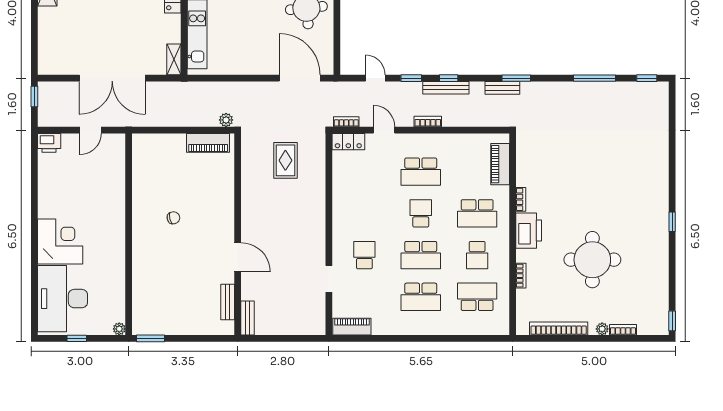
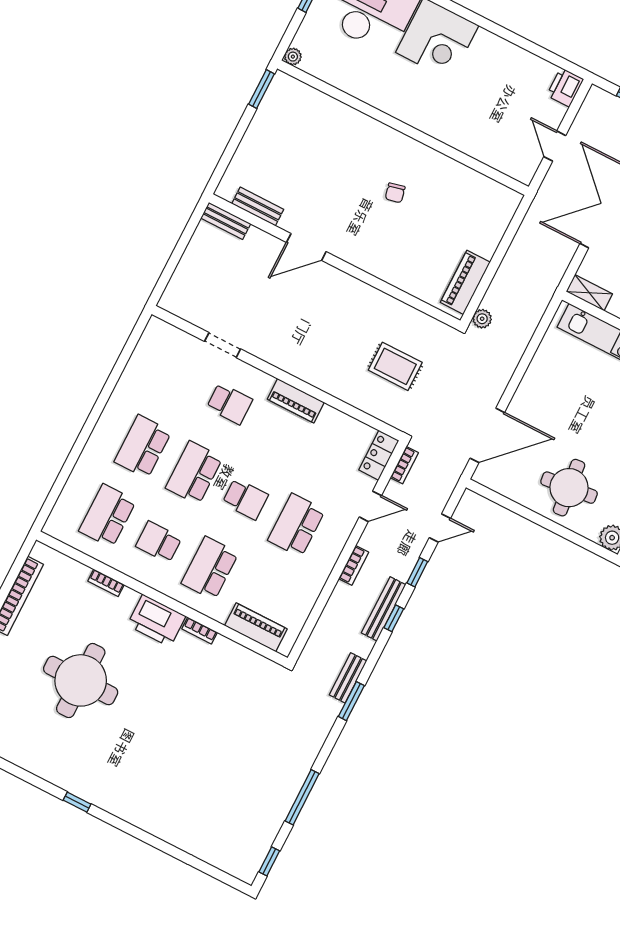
school desk: (477, 297) -> (107, 516), turned 180
piano: (352, 327) -> (296, 401), moved, turned 90

